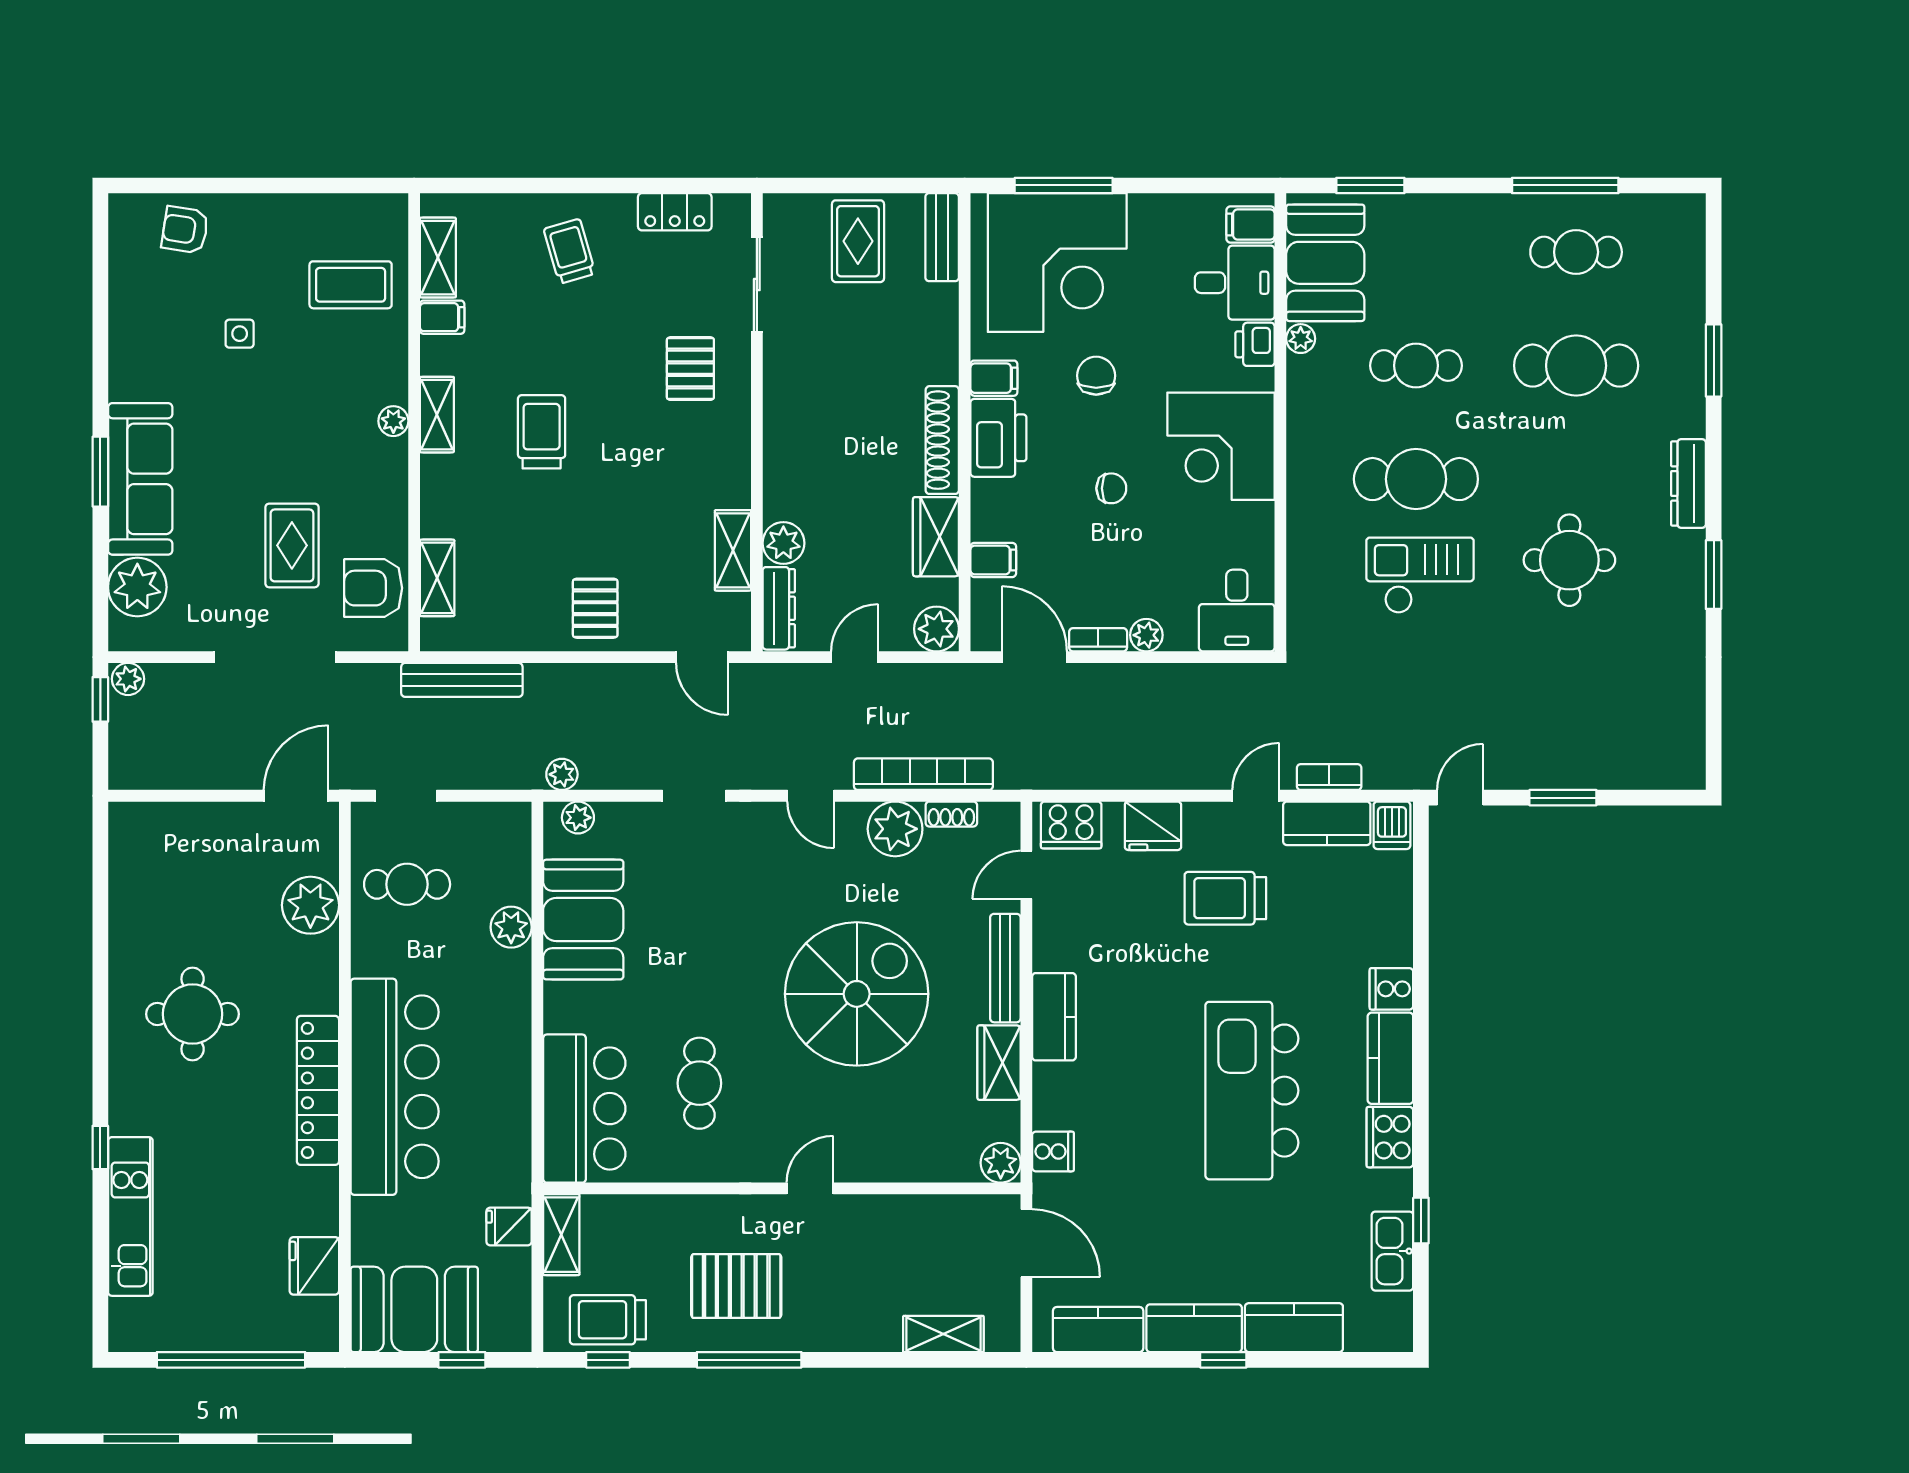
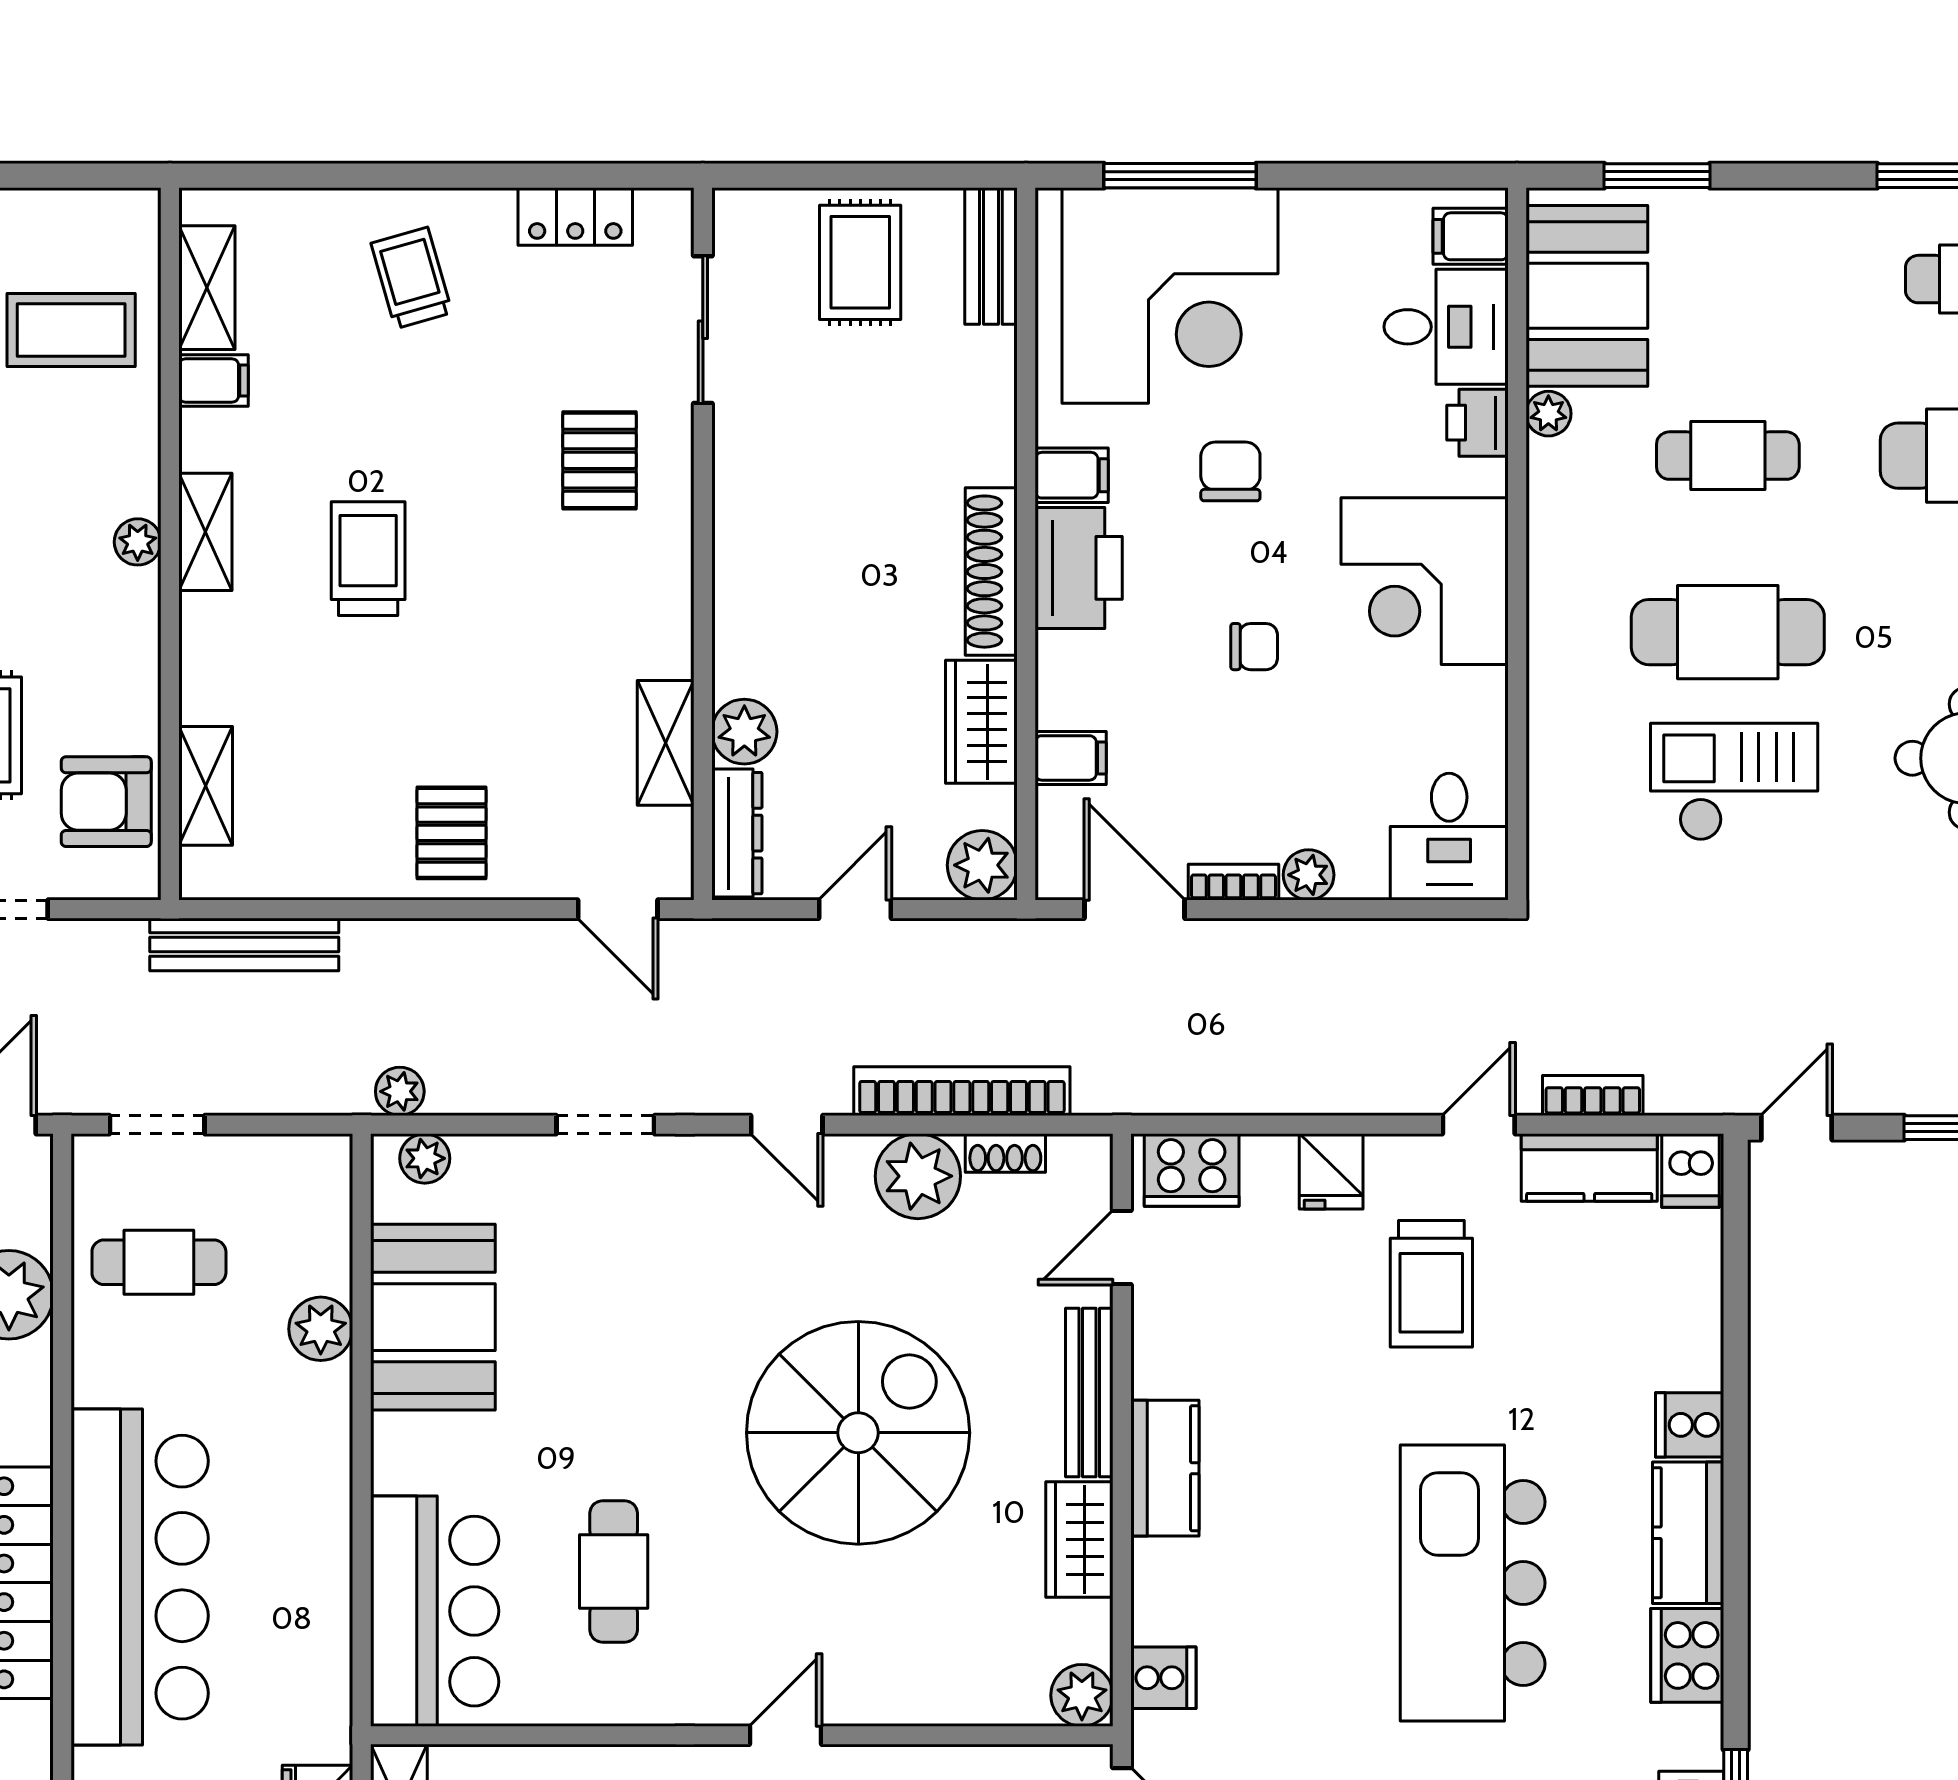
fridge: (1153, 826) -> (1331, 1171), width x0.72
trolley: (1225, 898) -> (1431, 1284), turned -90

